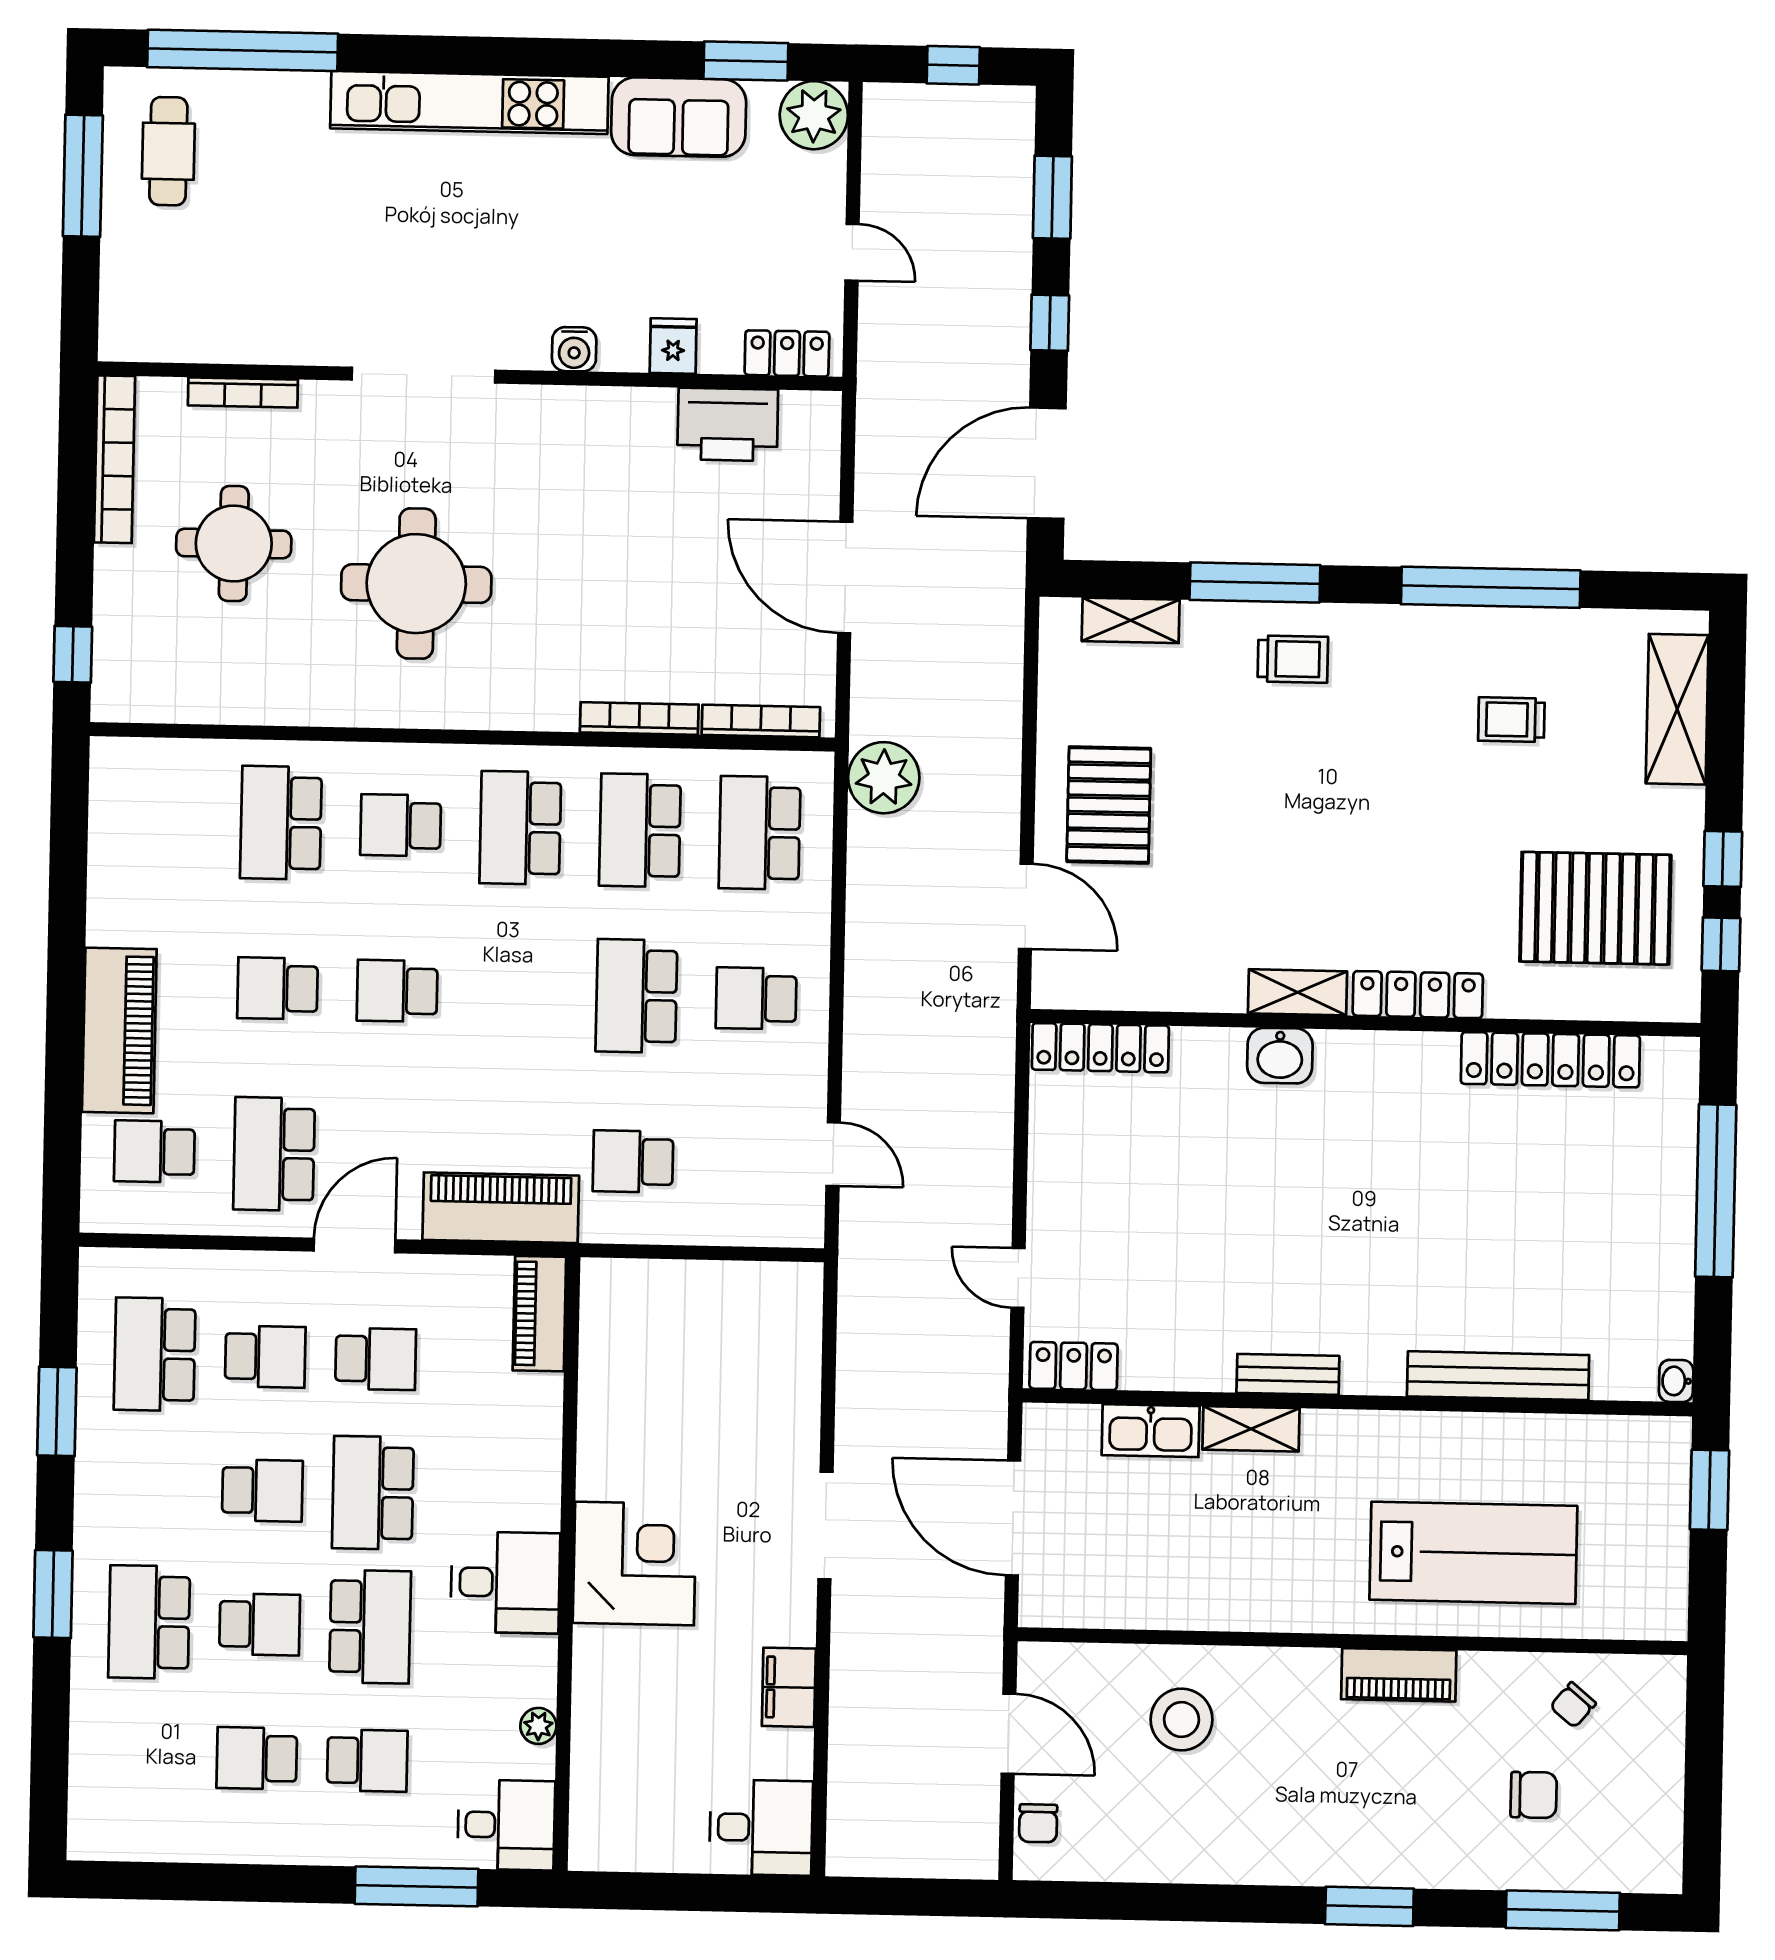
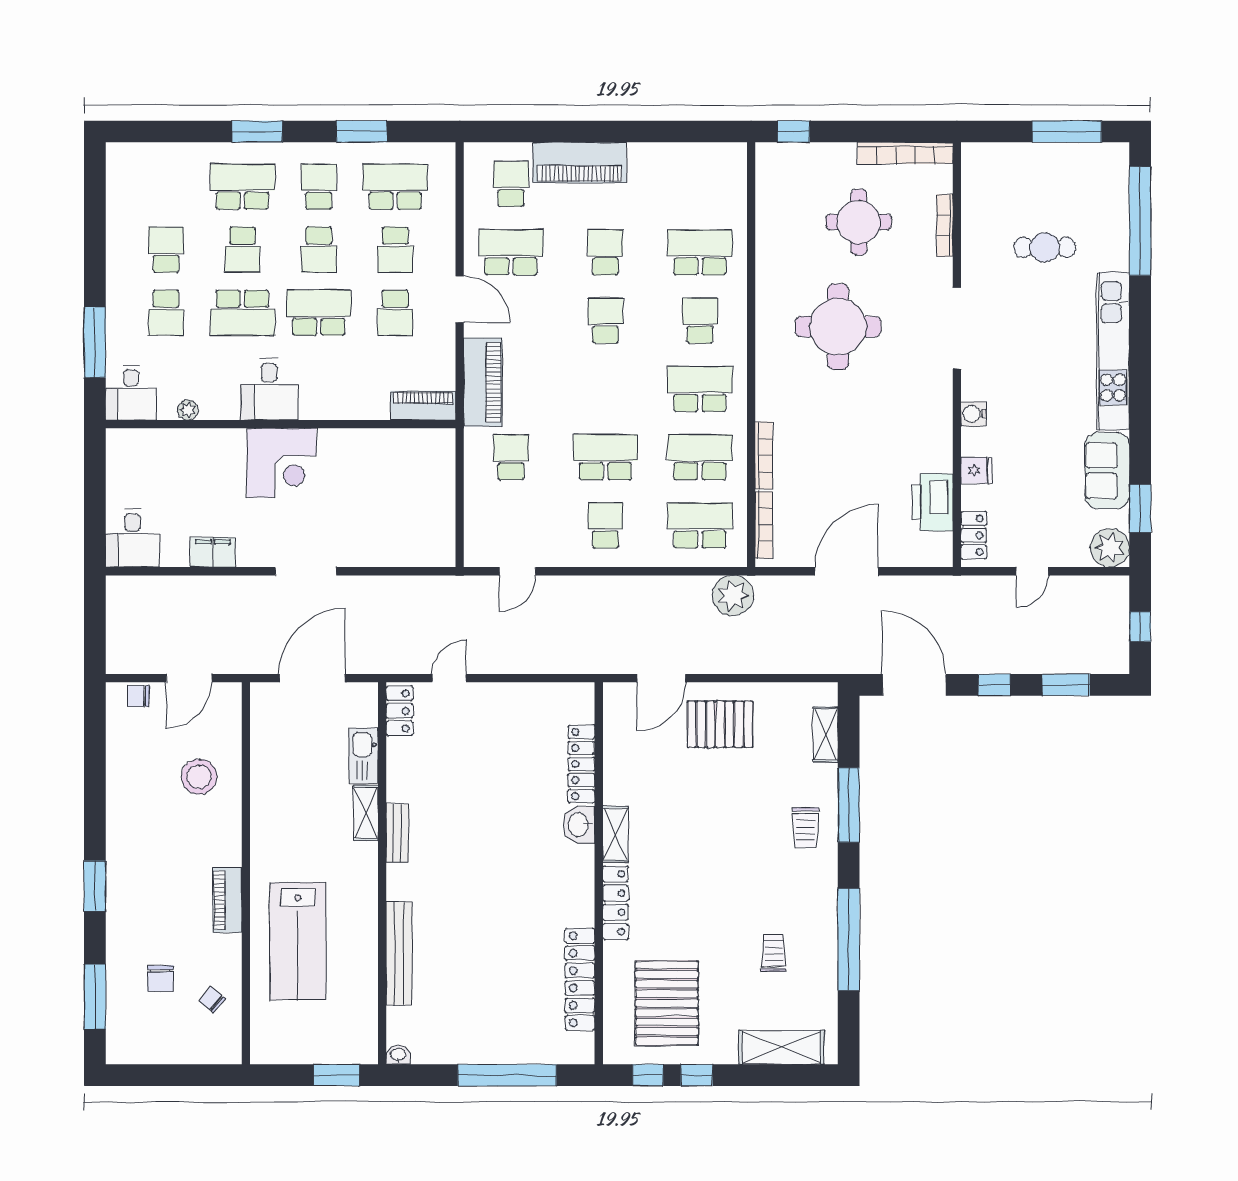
cafe table: (168, 151) -> (1045, 247), moved
locker: (1100, 1048) -> (581, 764), moved
school desk: (152, 1488) -> (319, 187), added

